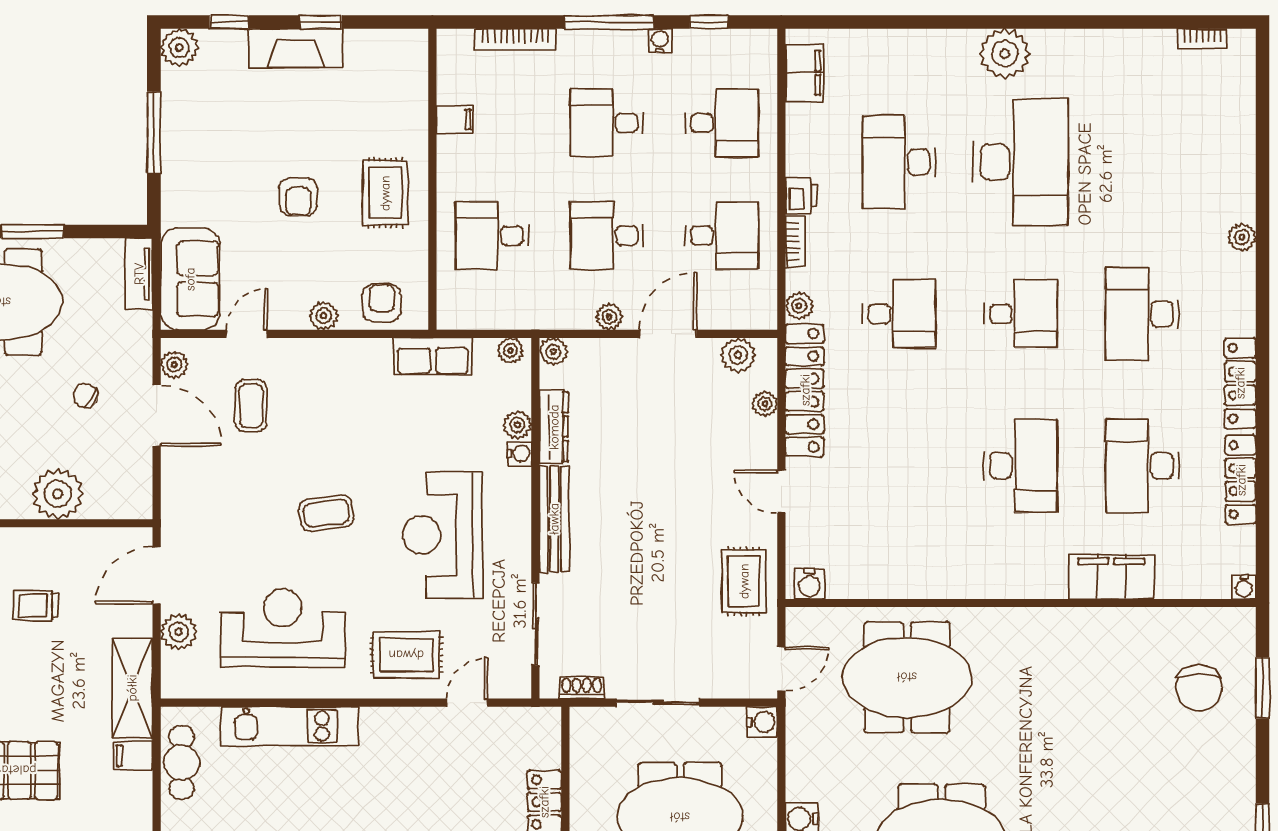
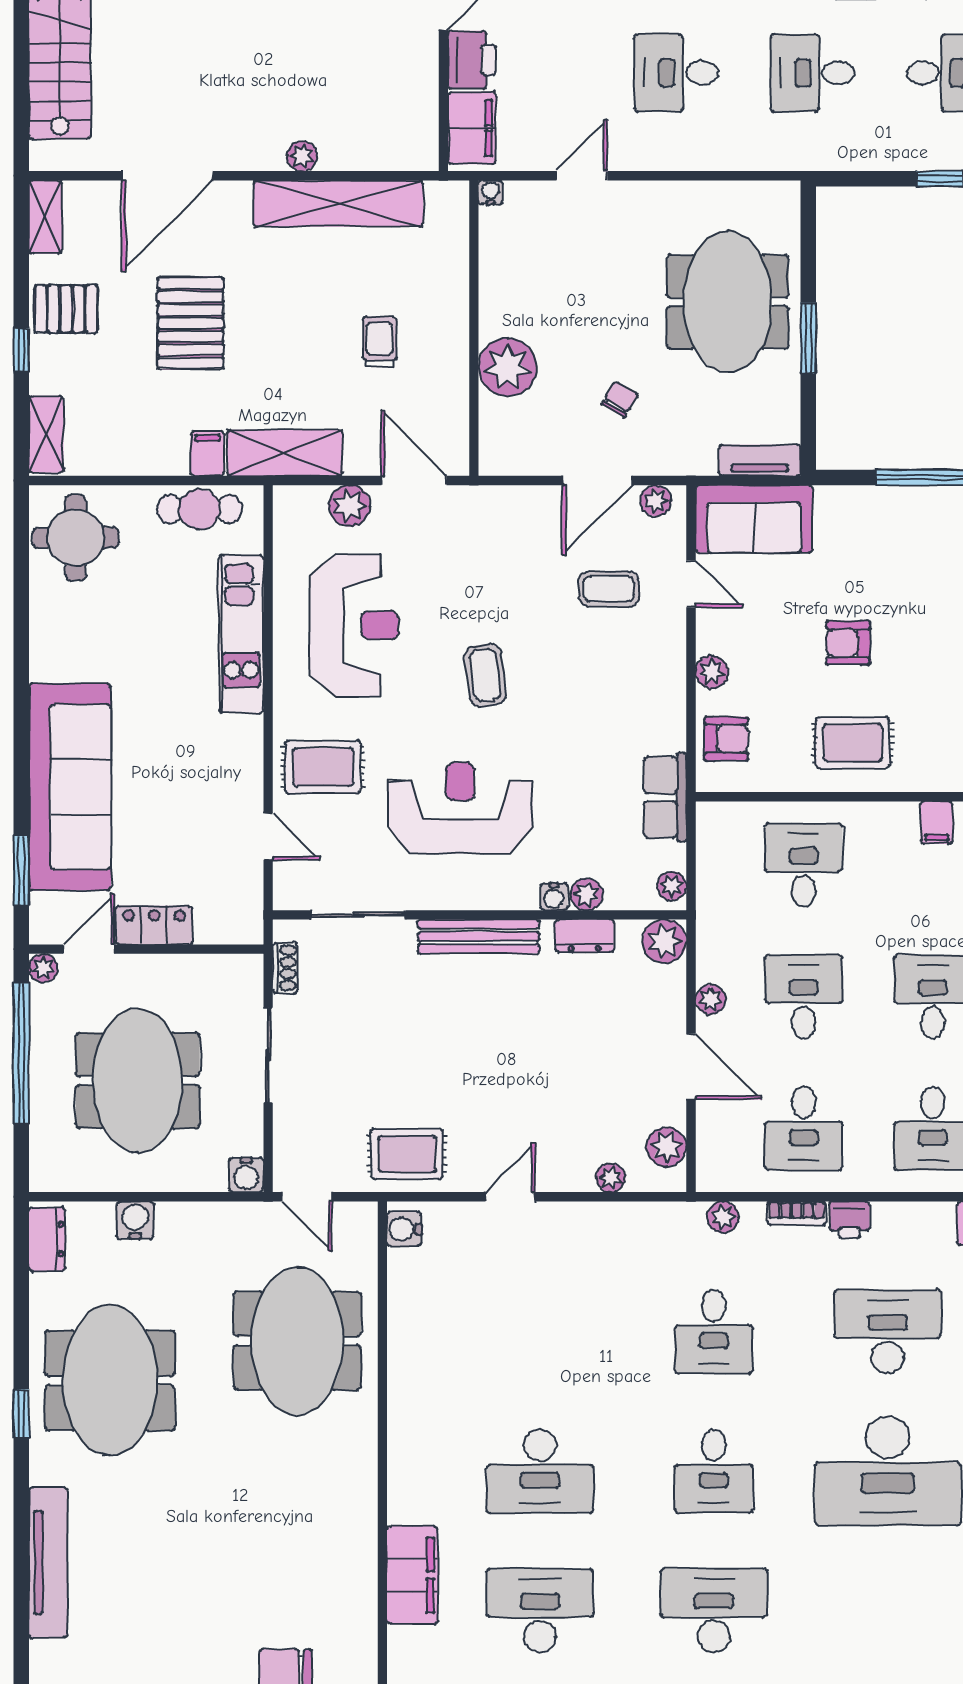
plant: (553, 352) -> (664, 941), width x1.38, depth x1.38
locker: (805, 390) -> (626, 1223), removed
dresser: (554, 427) -> (584, 936), width x0.70
rug: (406, 655) -> (323, 767), turned 90

